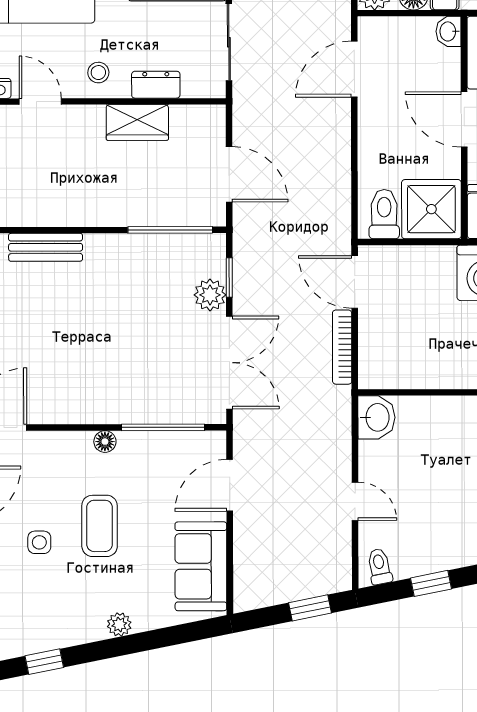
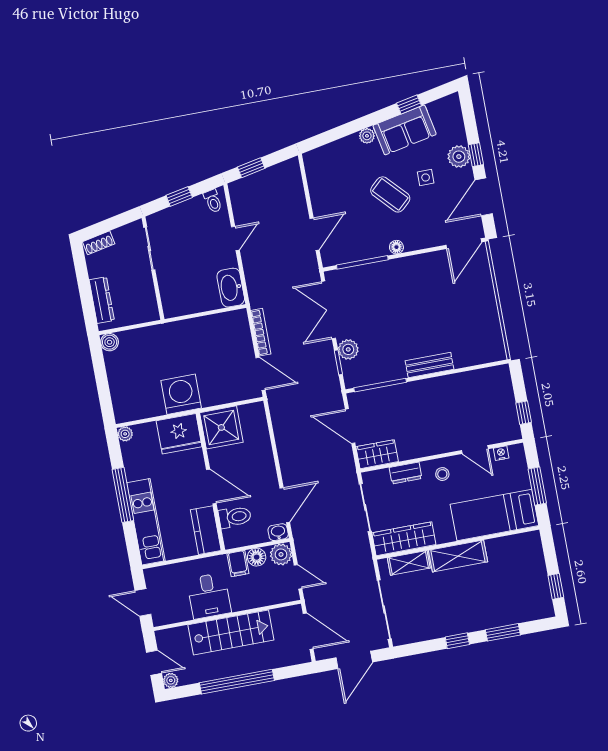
washbasin: (448, 31) -> (278, 532), moved, turned -90
wardrobe: (137, 123) -> (377, 454), moved
toilet: (384, 214) -> (235, 517), moved, turned -90
bench: (46, 247) -> (429, 365), moved
washbasin: (376, 417) -> (231, 288), width x1.38
door: (355, 501) -> (235, 238), swing flipped
coffee table: (100, 526) -> (390, 194), turned -43
sofa: (201, 566) -> (405, 130), moved, turned 79

